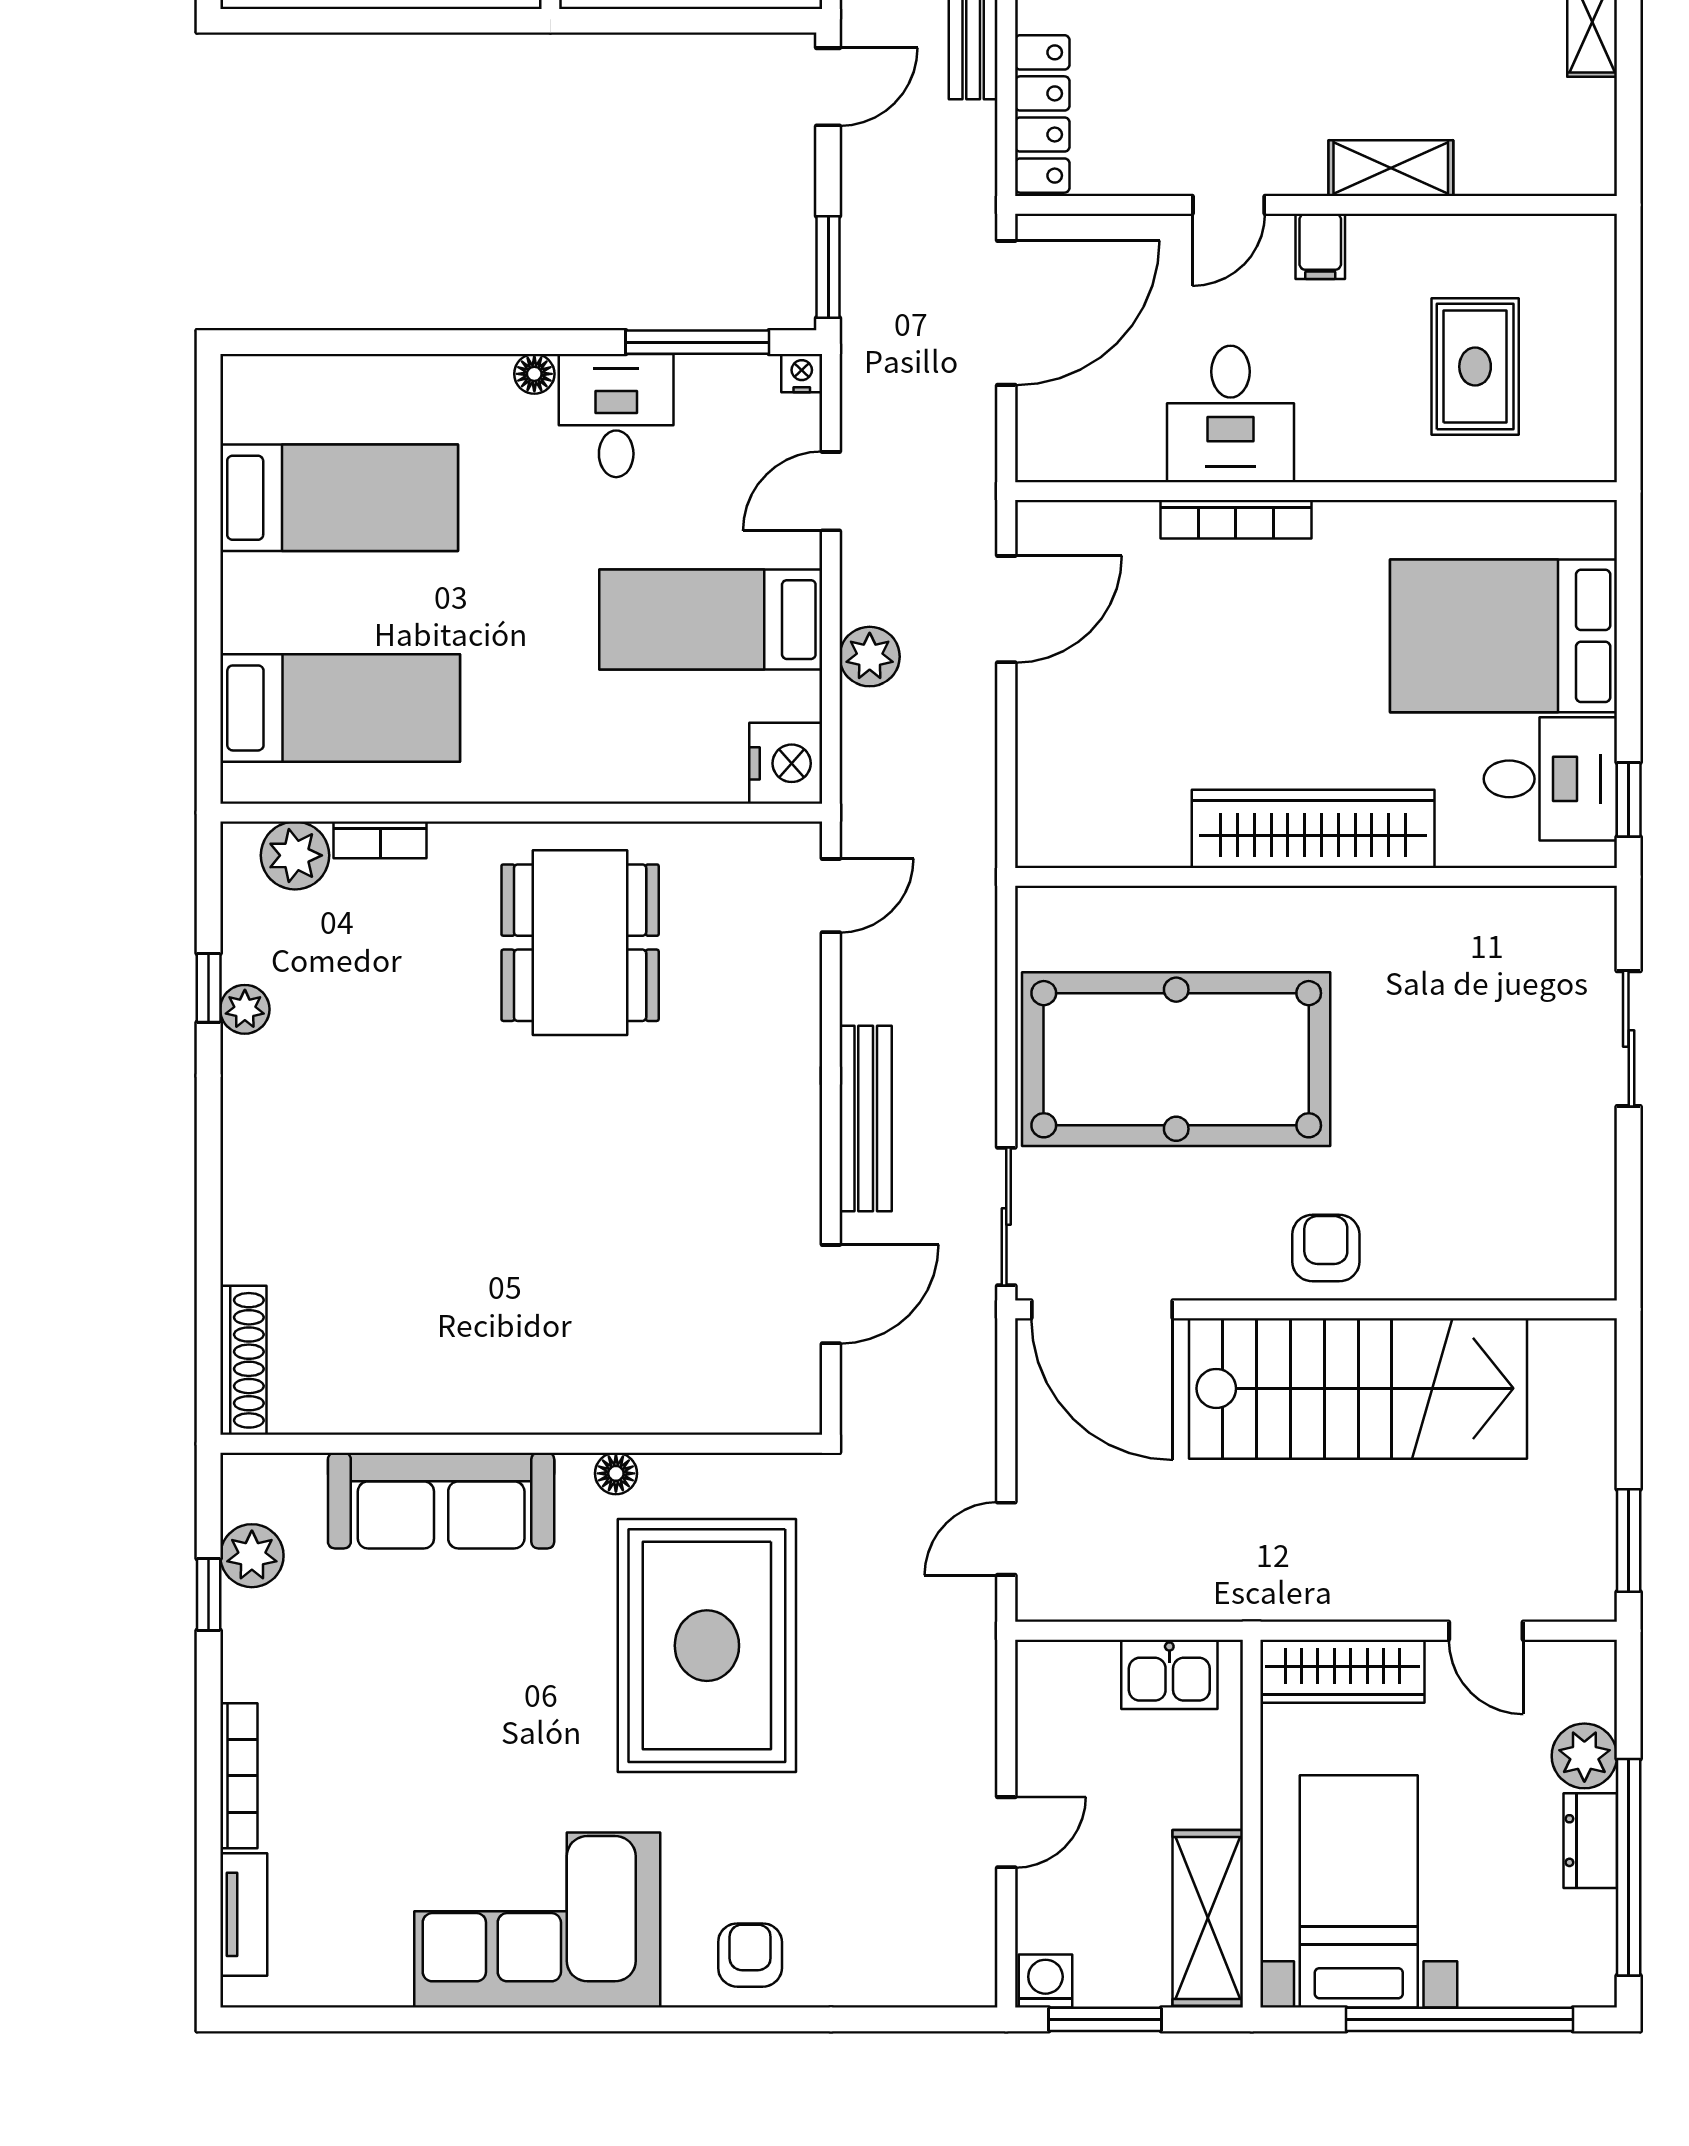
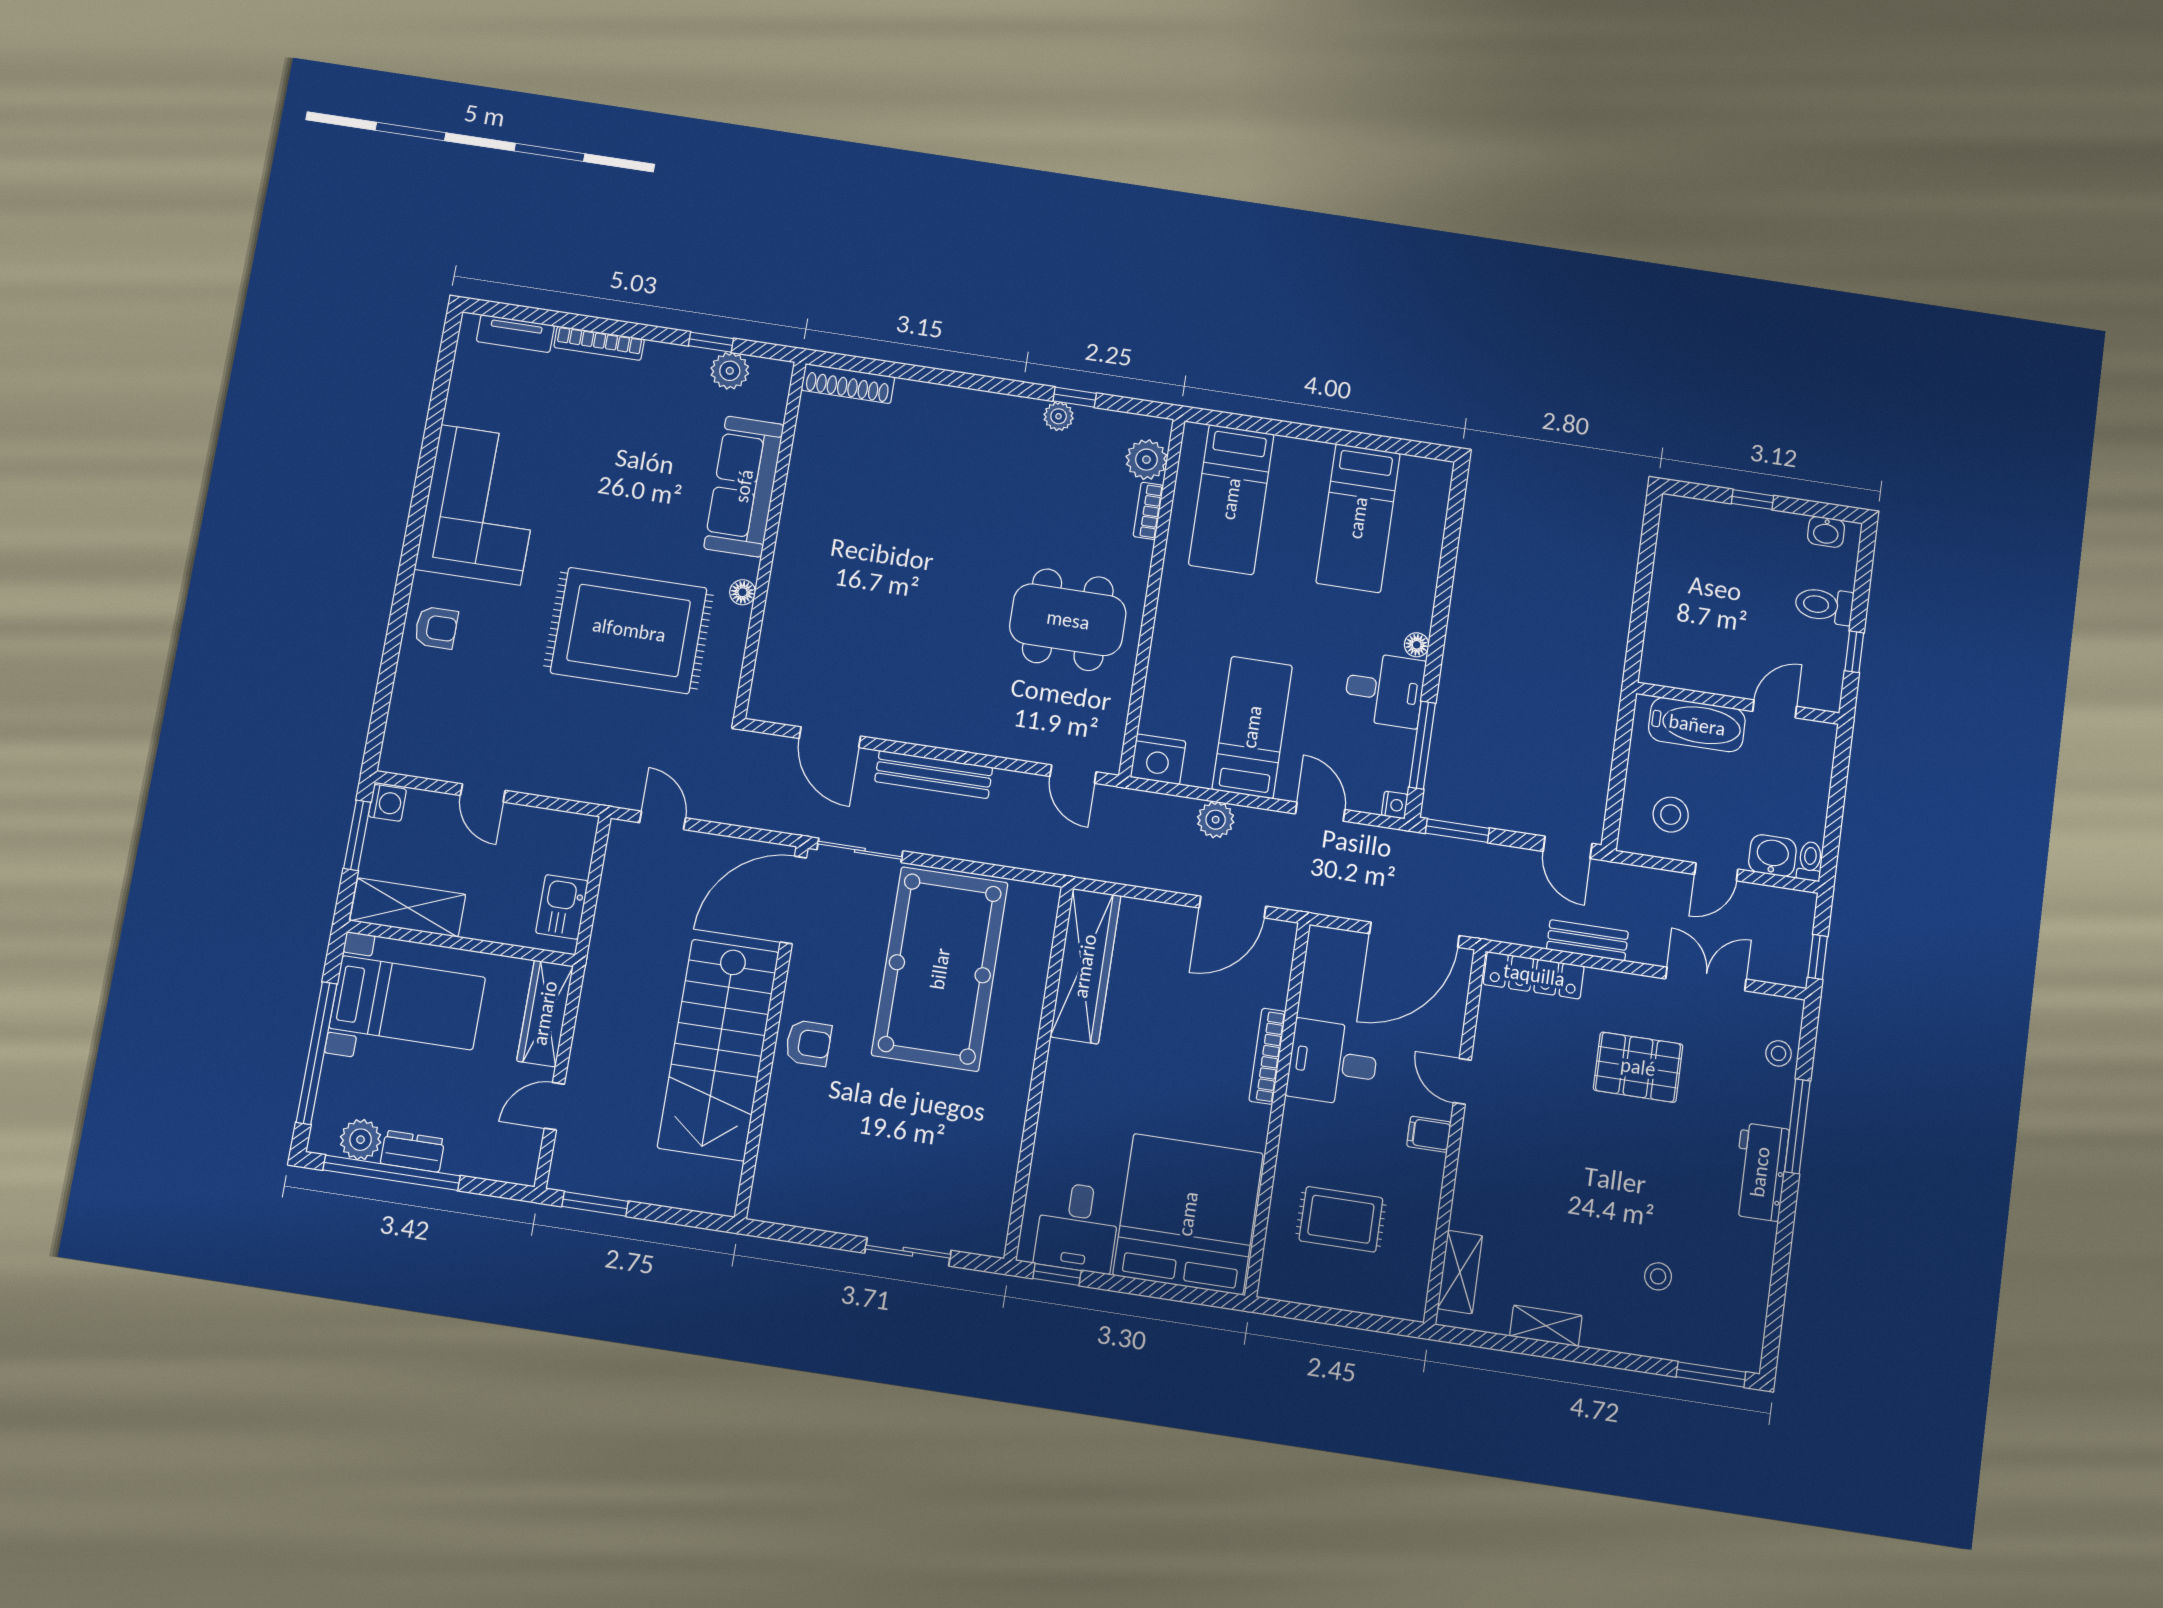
shelving: (1391, 168) -> (1460, 1272), moved
door: (1006, 313) -> (1414, 935), hinge flipped
door: (1006, 609) -> (1232, 907), hinge flipped
bed: (1503, 636) -> (1188, 1214), width x1.36
wardrobe: (1313, 829) -> (1085, 966), moved
plant: (1584, 1756) -> (361, 1140), moved

